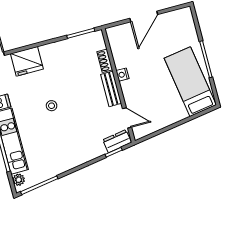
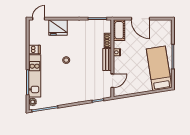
door: (144, 16) -> (140, 19), hinge flipped
cot: (117, 41) -> (119, 30), added
door: (127, 118) -> (112, 81), hinge flipped
dresser: (117, 141) -> (102, 94), removed

